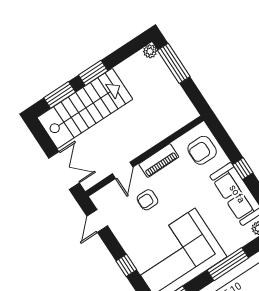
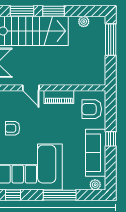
plant: (150, 51) -> (84, 22), moved
door: (123, 170) -> (31, 88), hinge flipped
armchair: (147, 200) -> (13, 128), moved

